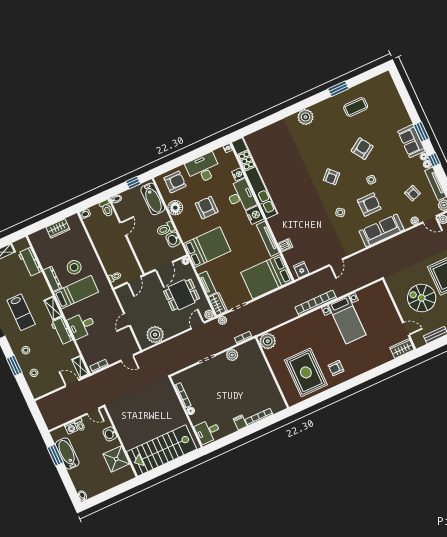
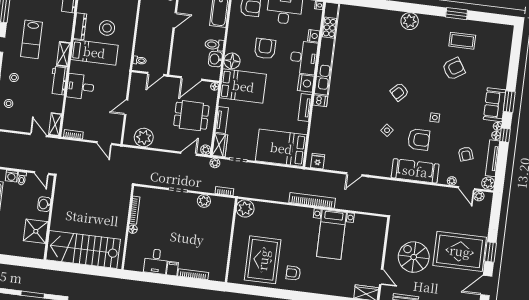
armchair: (362, 149) -> (454, 69), moved
floor lamp: (175, 208) -> (232, 61), moved
tv unit: (268, 239) -> (305, 108), width x0.71
dishwasher: (285, 245) -> (320, 101), moved
desk: (208, 431) -> (156, 261), moved, turned -90

